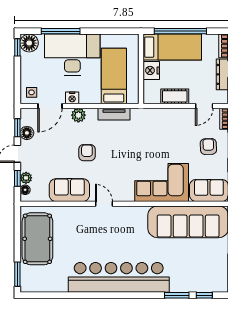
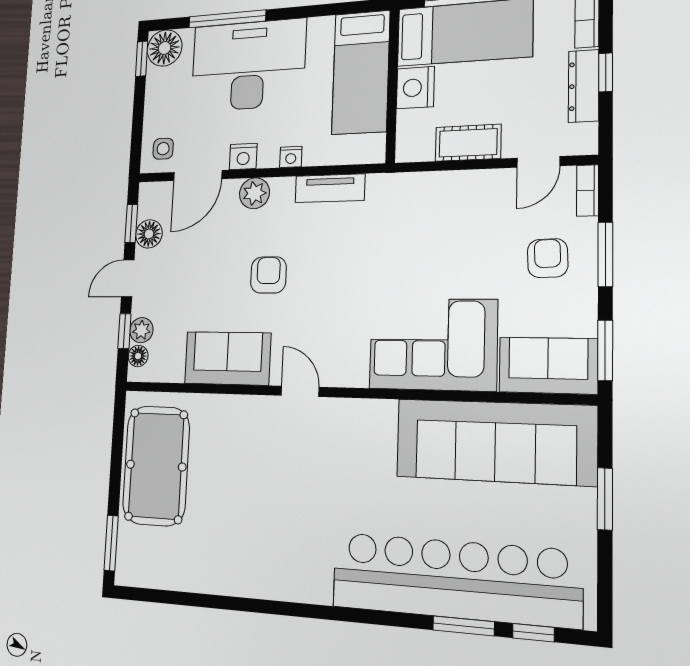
bed: (114, 76) -> (361, 72), moved, turned 180
nightstand: (95, 99) -> (291, 157), added
bar counter: (119, 277) -> (454, 579), moved

